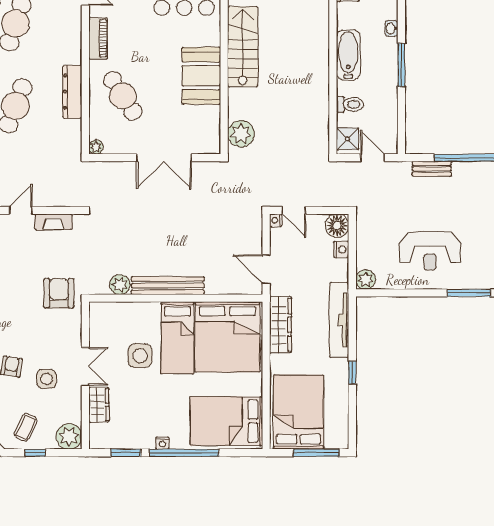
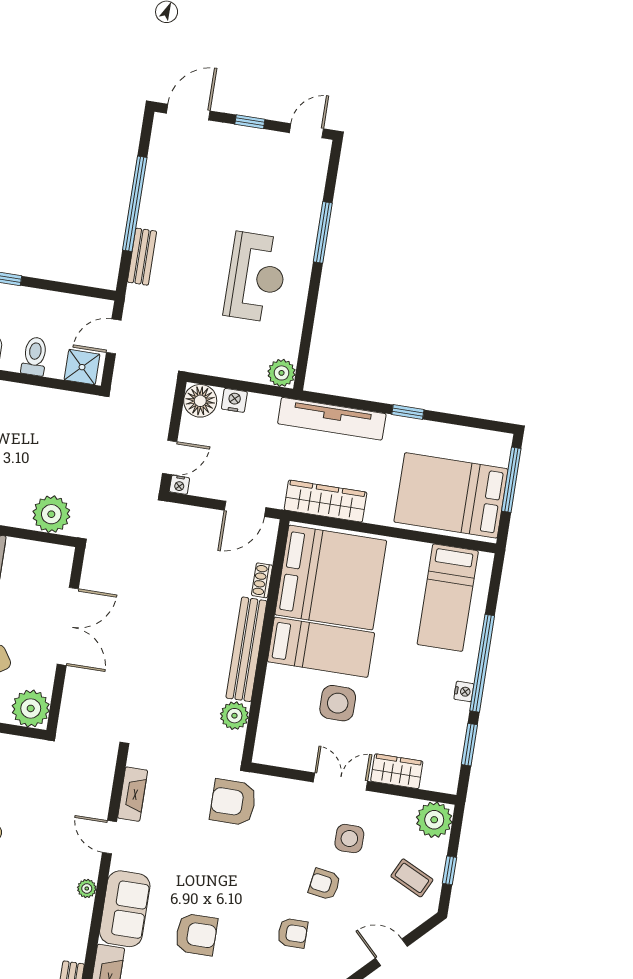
plant: (96, 147) -> (31, 708), width x1.88, depth x1.88
shoe rack: (218, 289) -> (262, 580), added
bed: (226, 421) -> (448, 598), width x0.67

